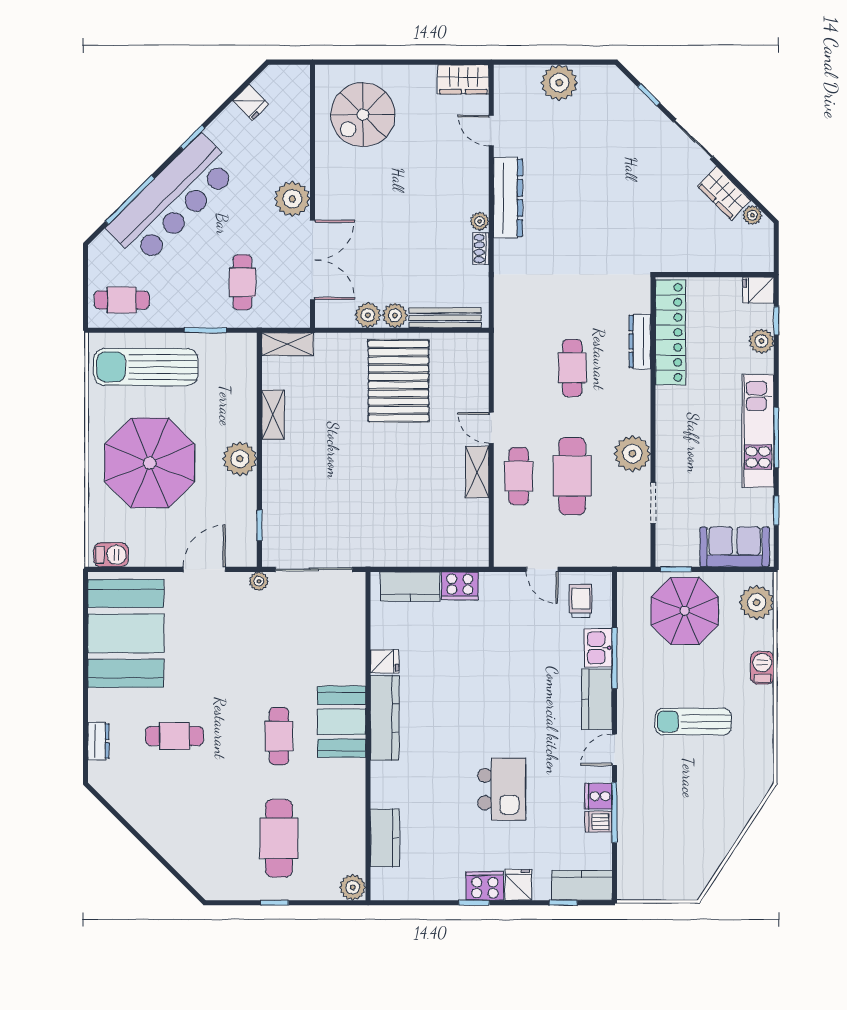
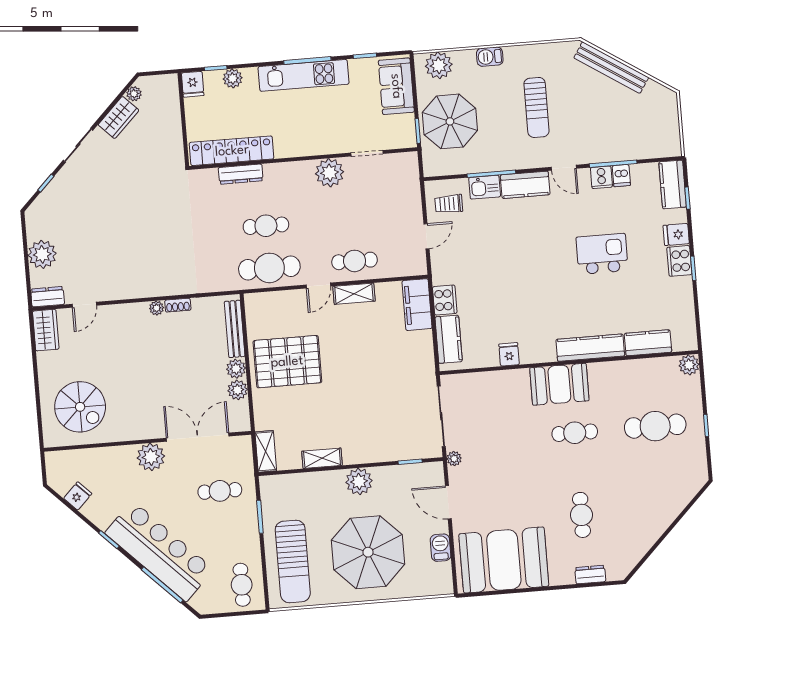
dresser: (508, 198) -> (48, 297), moved, width x0.51, depth x0.80
cafe table: (572, 476) -> (269, 268), moved
filing cabinet: (457, 550) -> (417, 305), added
barbecue: (111, 555) -> (440, 548), moved
kitchen counter: (385, 718) -> (590, 348), moved
bench: (736, 820) -> (611, 68), added

